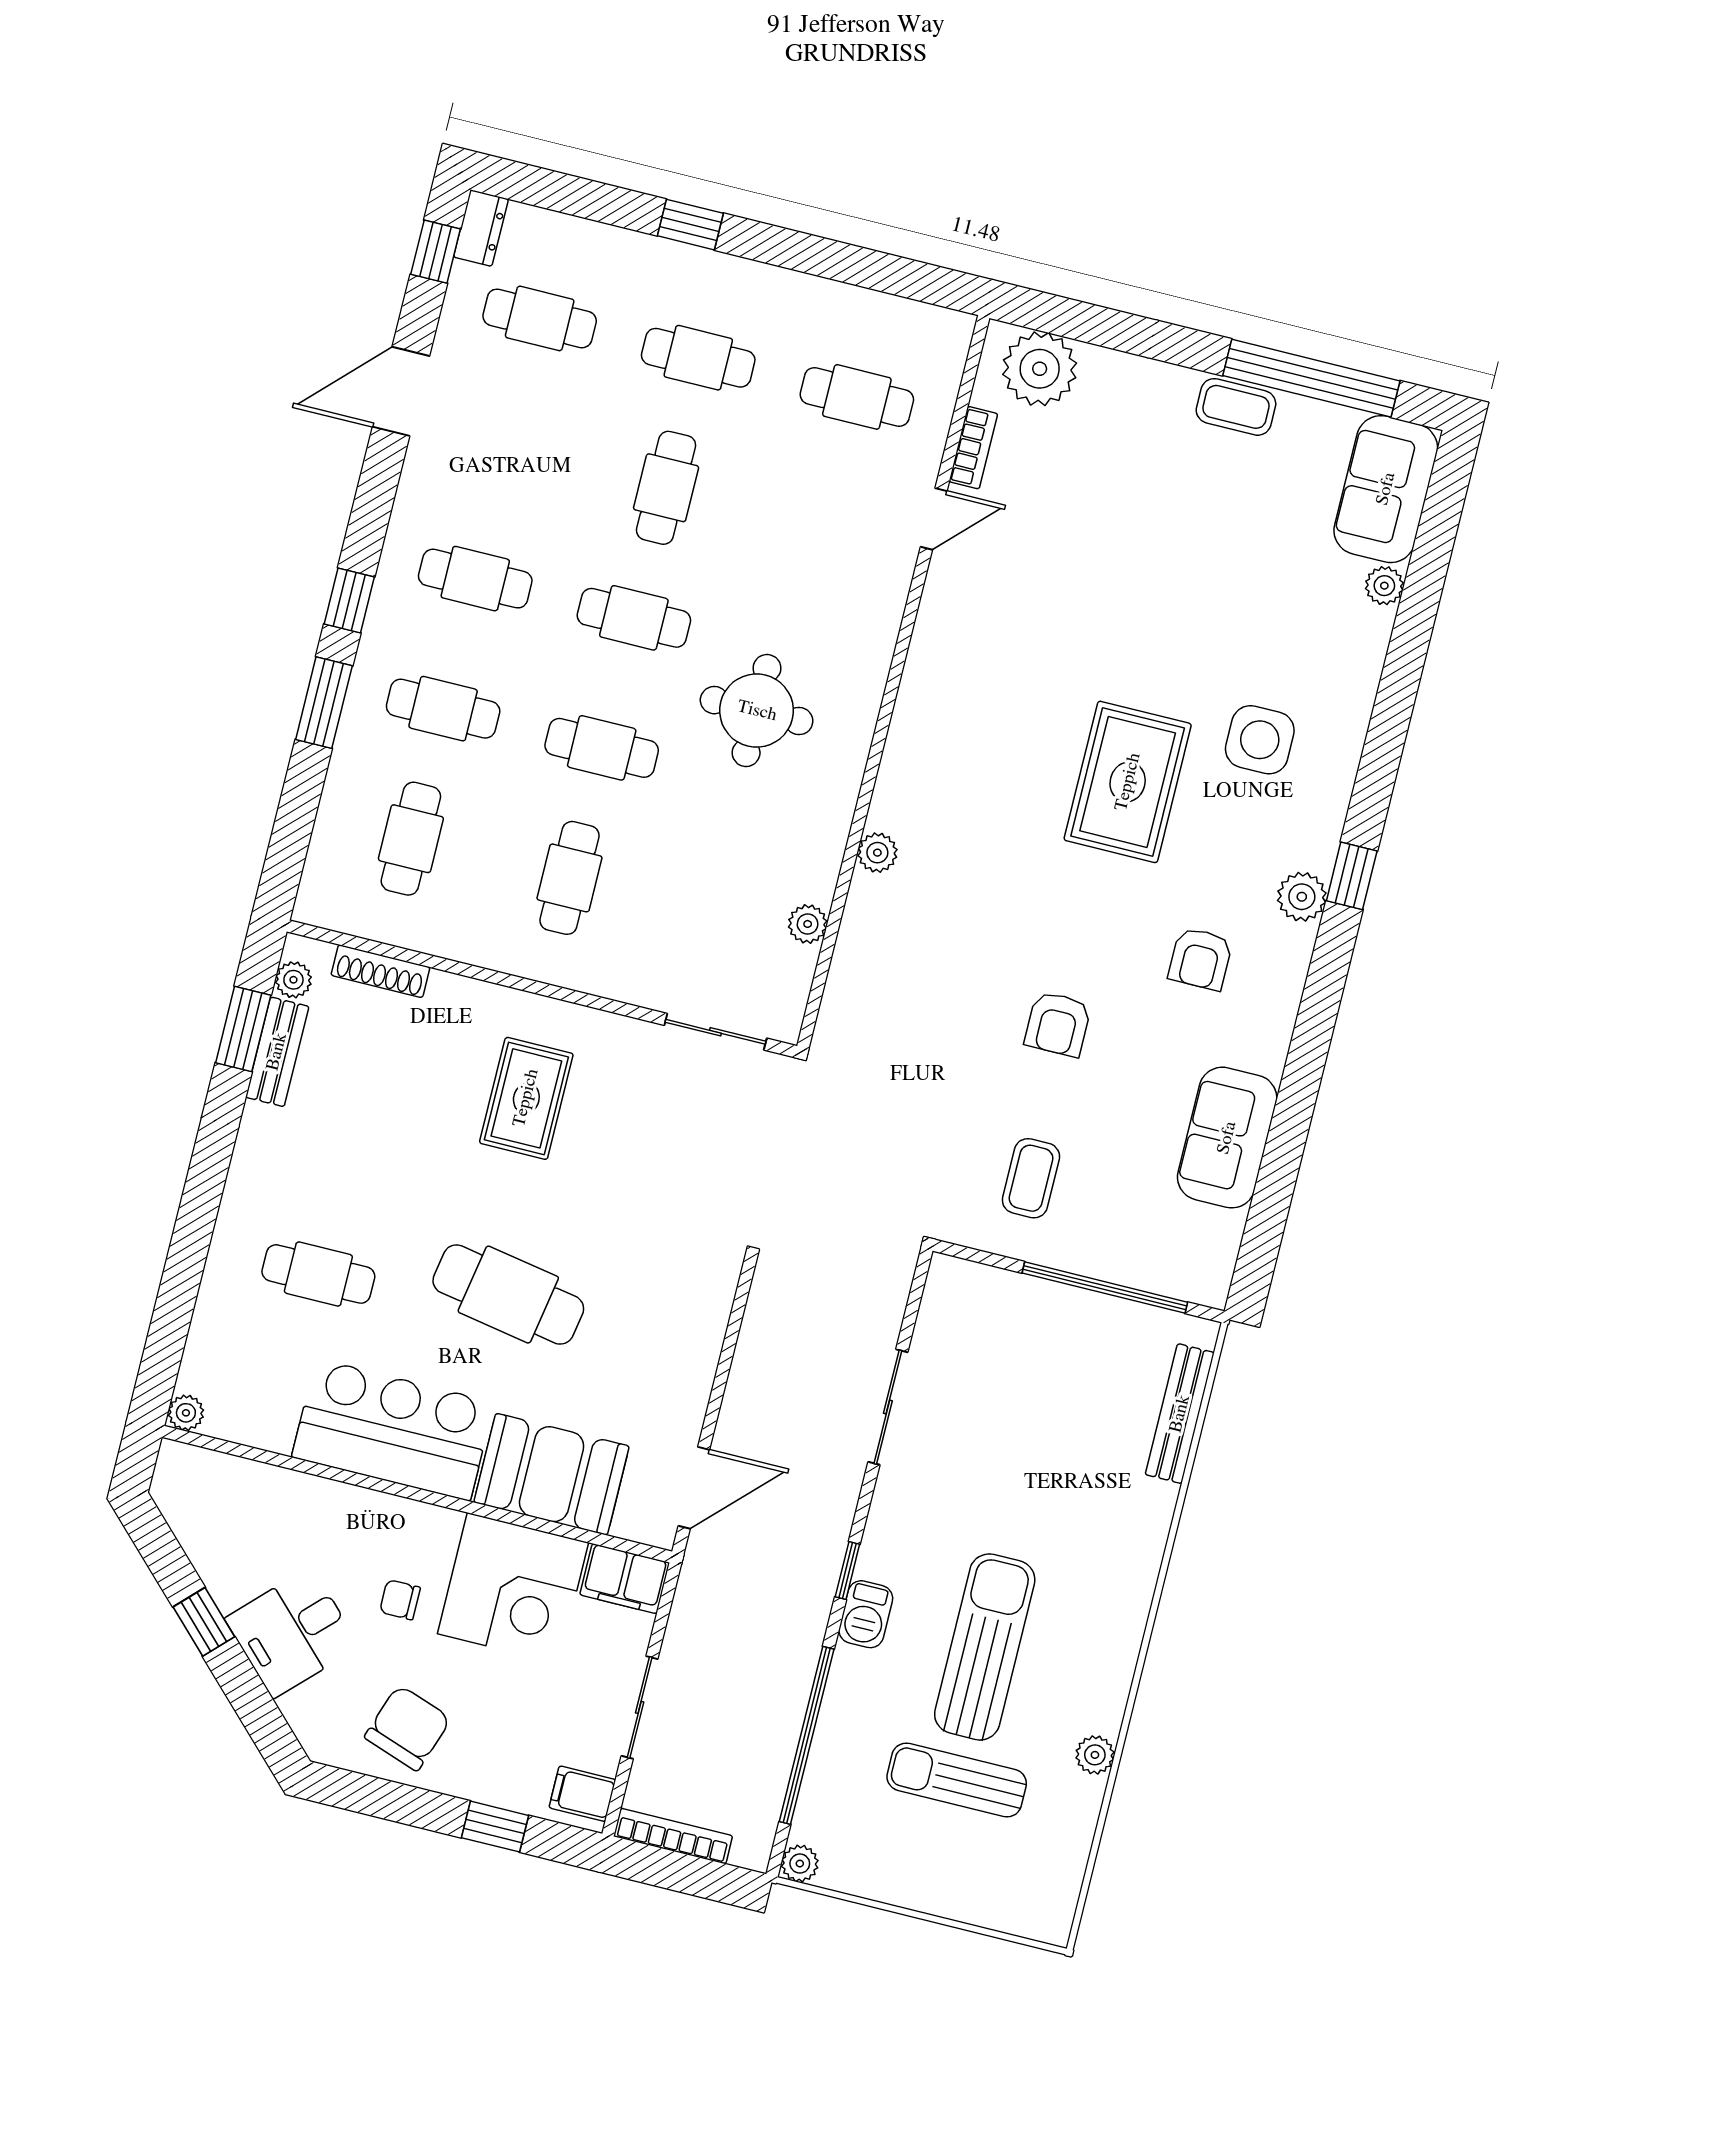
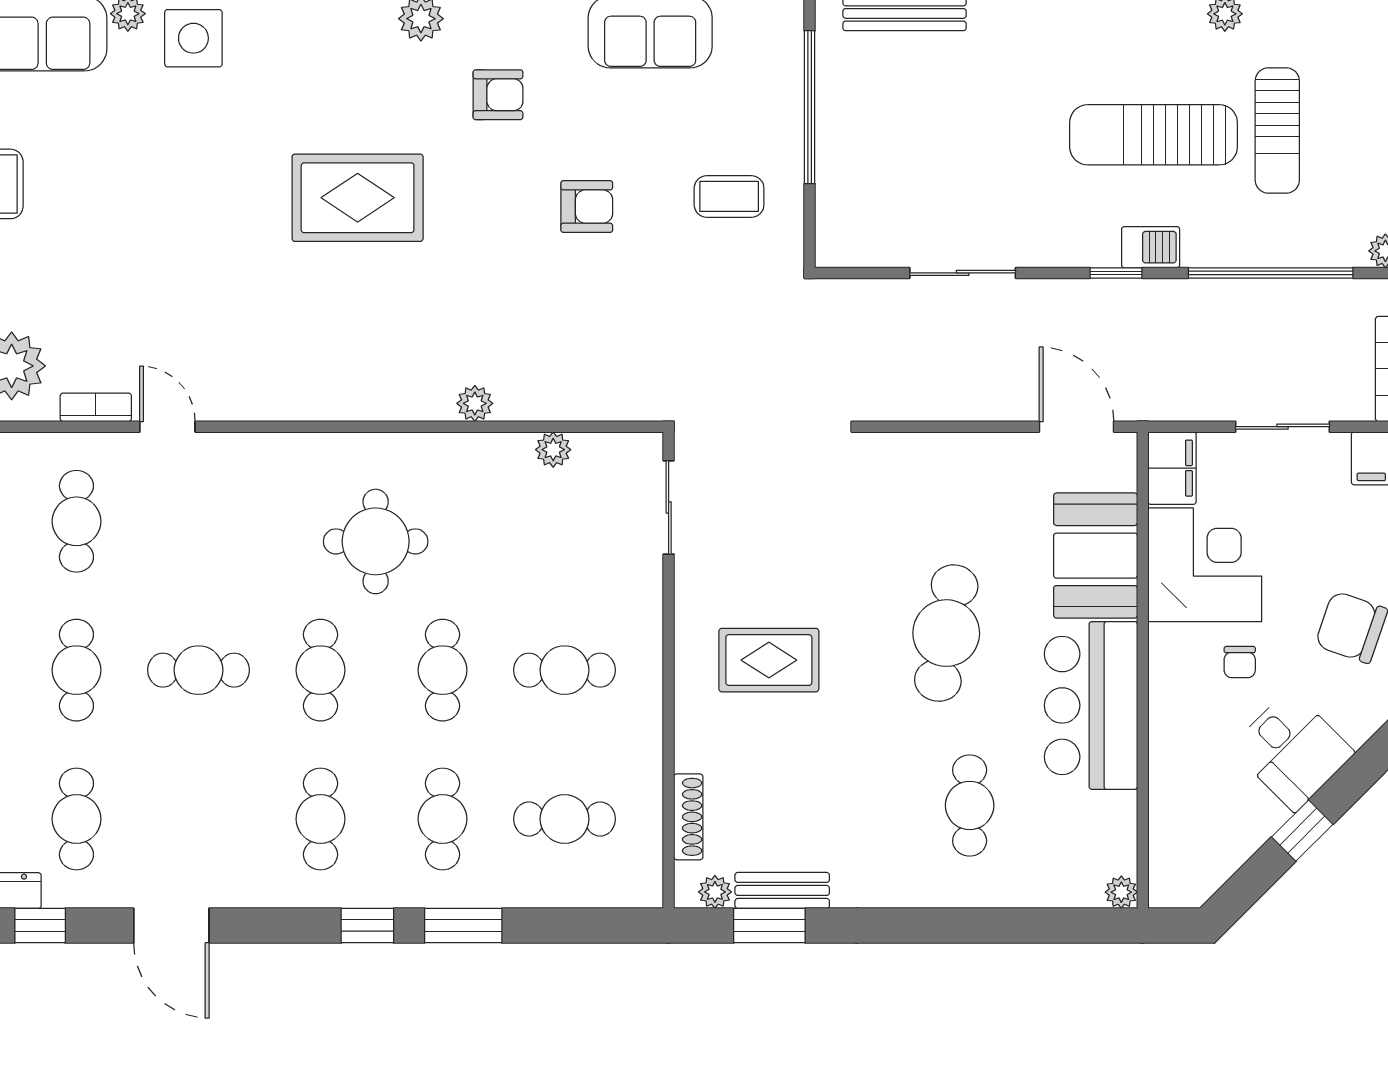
side table: (1260, 740) -> (193, 38), moved

